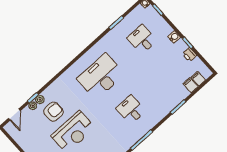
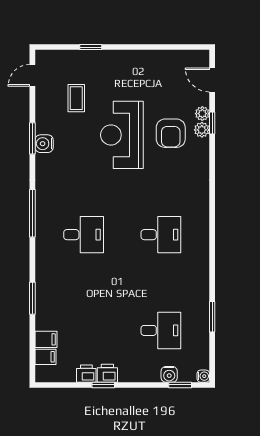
water cooler: (174, 37) -> (169, 374), moved
printer: (181, 46) -> (107, 373), added
desk: (101, 76) -> (161, 235), width x0.53, depth x0.77

